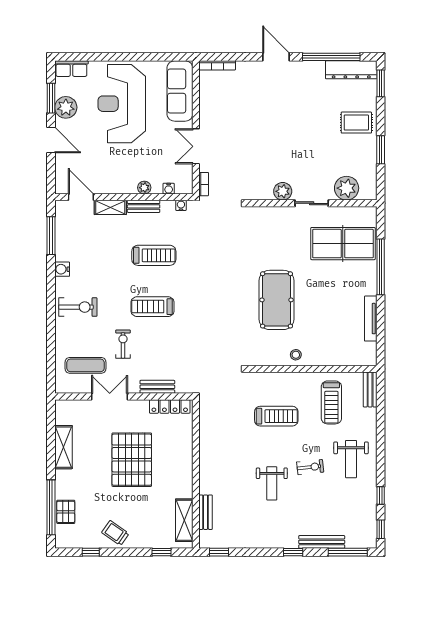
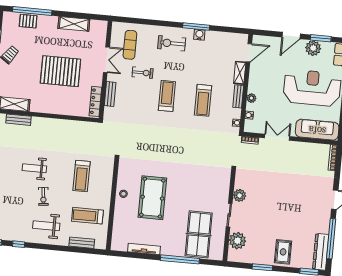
window: (51, 236) -> (196, 26), moved
pool table: (277, 300) -> (152, 198), moved, turned 90
exercise bike: (78, 307) -> (172, 43), turned 90
bench: (370, 390) -> (82, 243), moved

